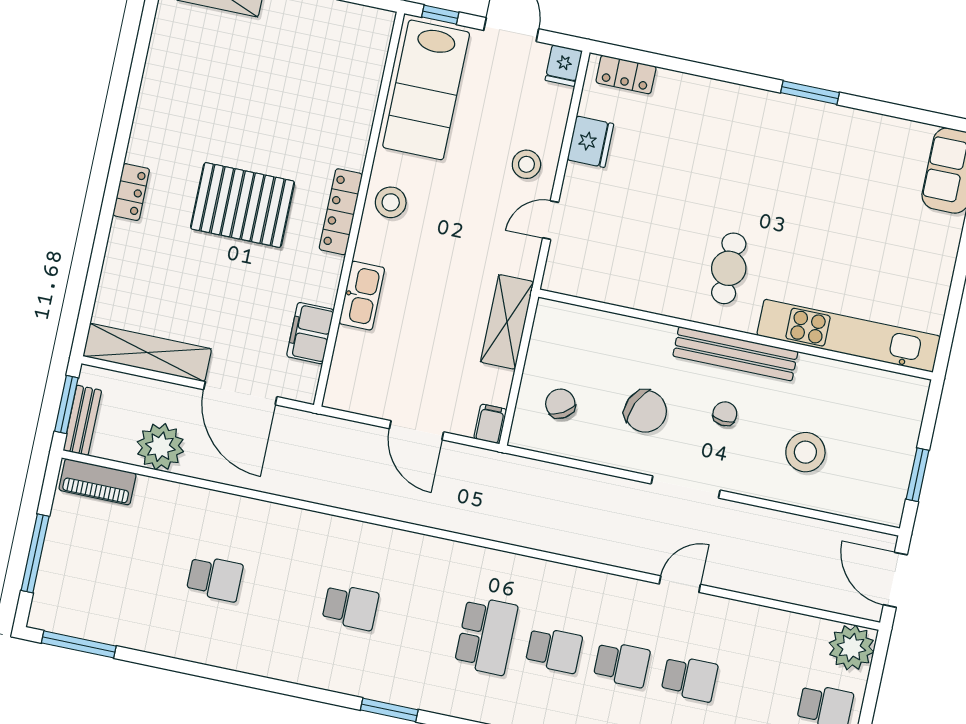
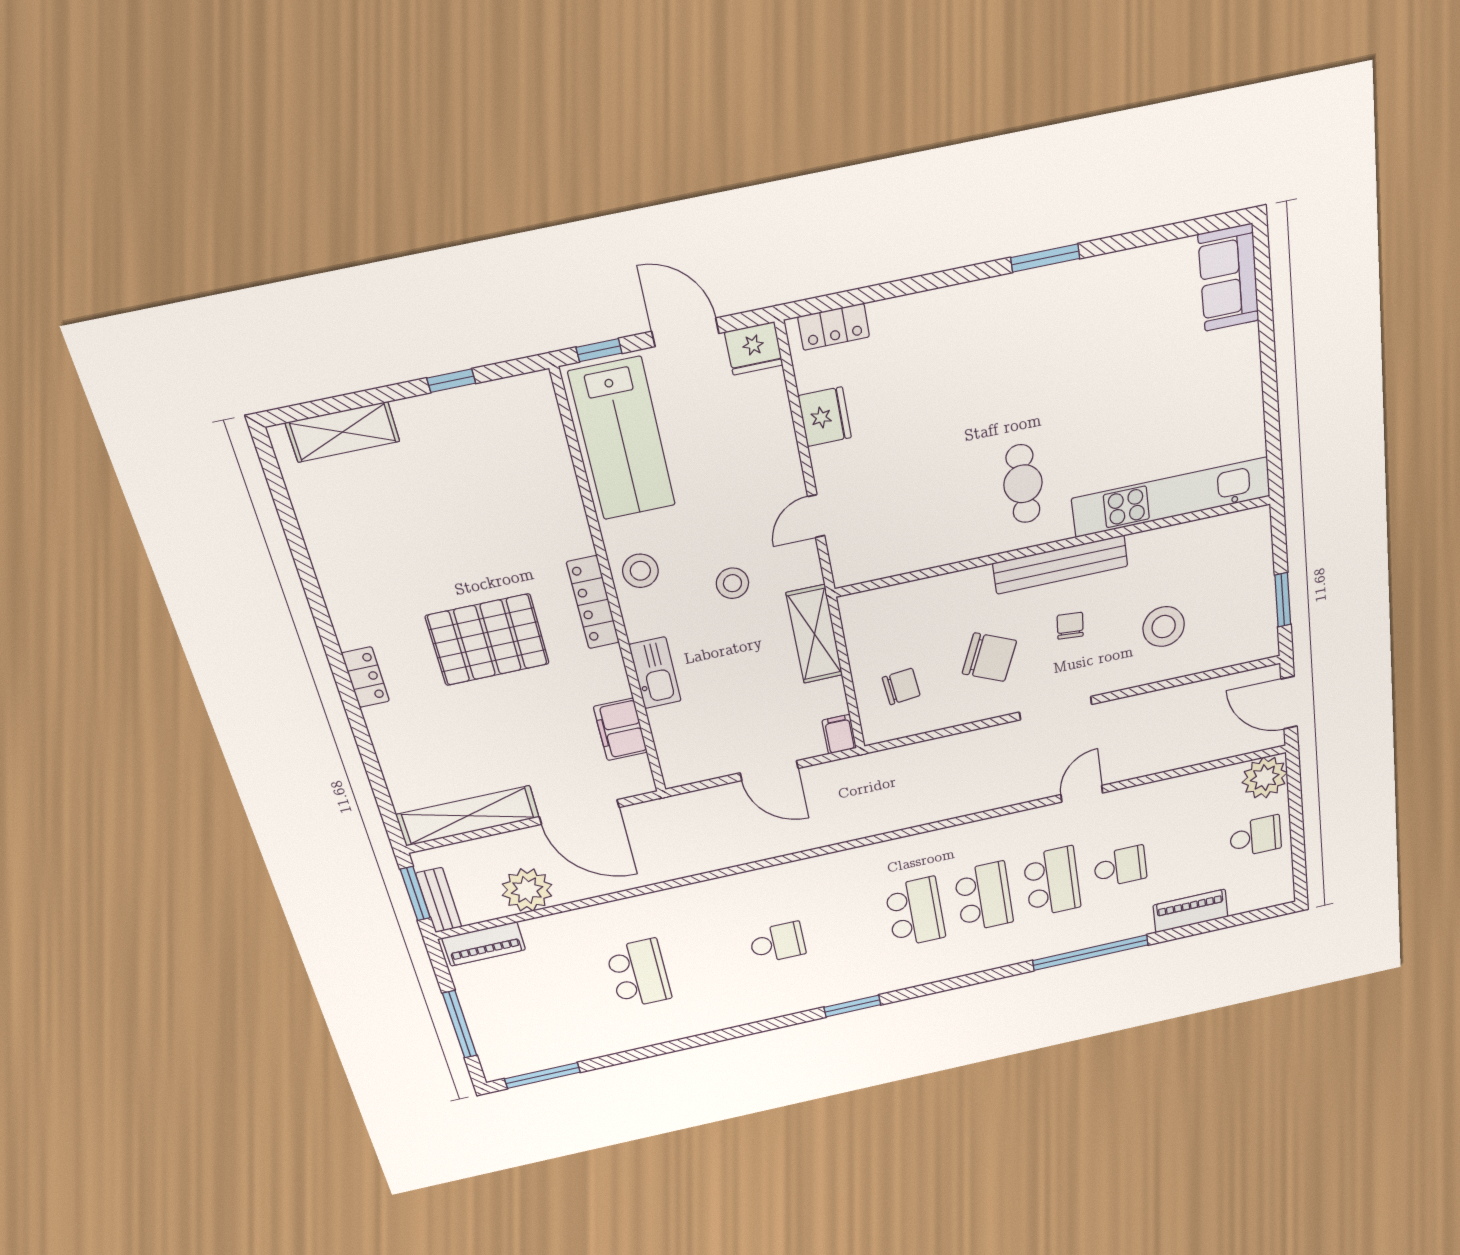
fridge: (564, 66) -> (754, 348), width x1.38
stool: (526, 164) -> (732, 583), moved
chair: (560, 404) -> (901, 687), turned 115
school desk: (215, 578) -> (639, 973), width x1.85
school desk: (554, 650) -> (984, 897), width x1.85
school desk: (622, 664) -> (1052, 882), width x1.85

